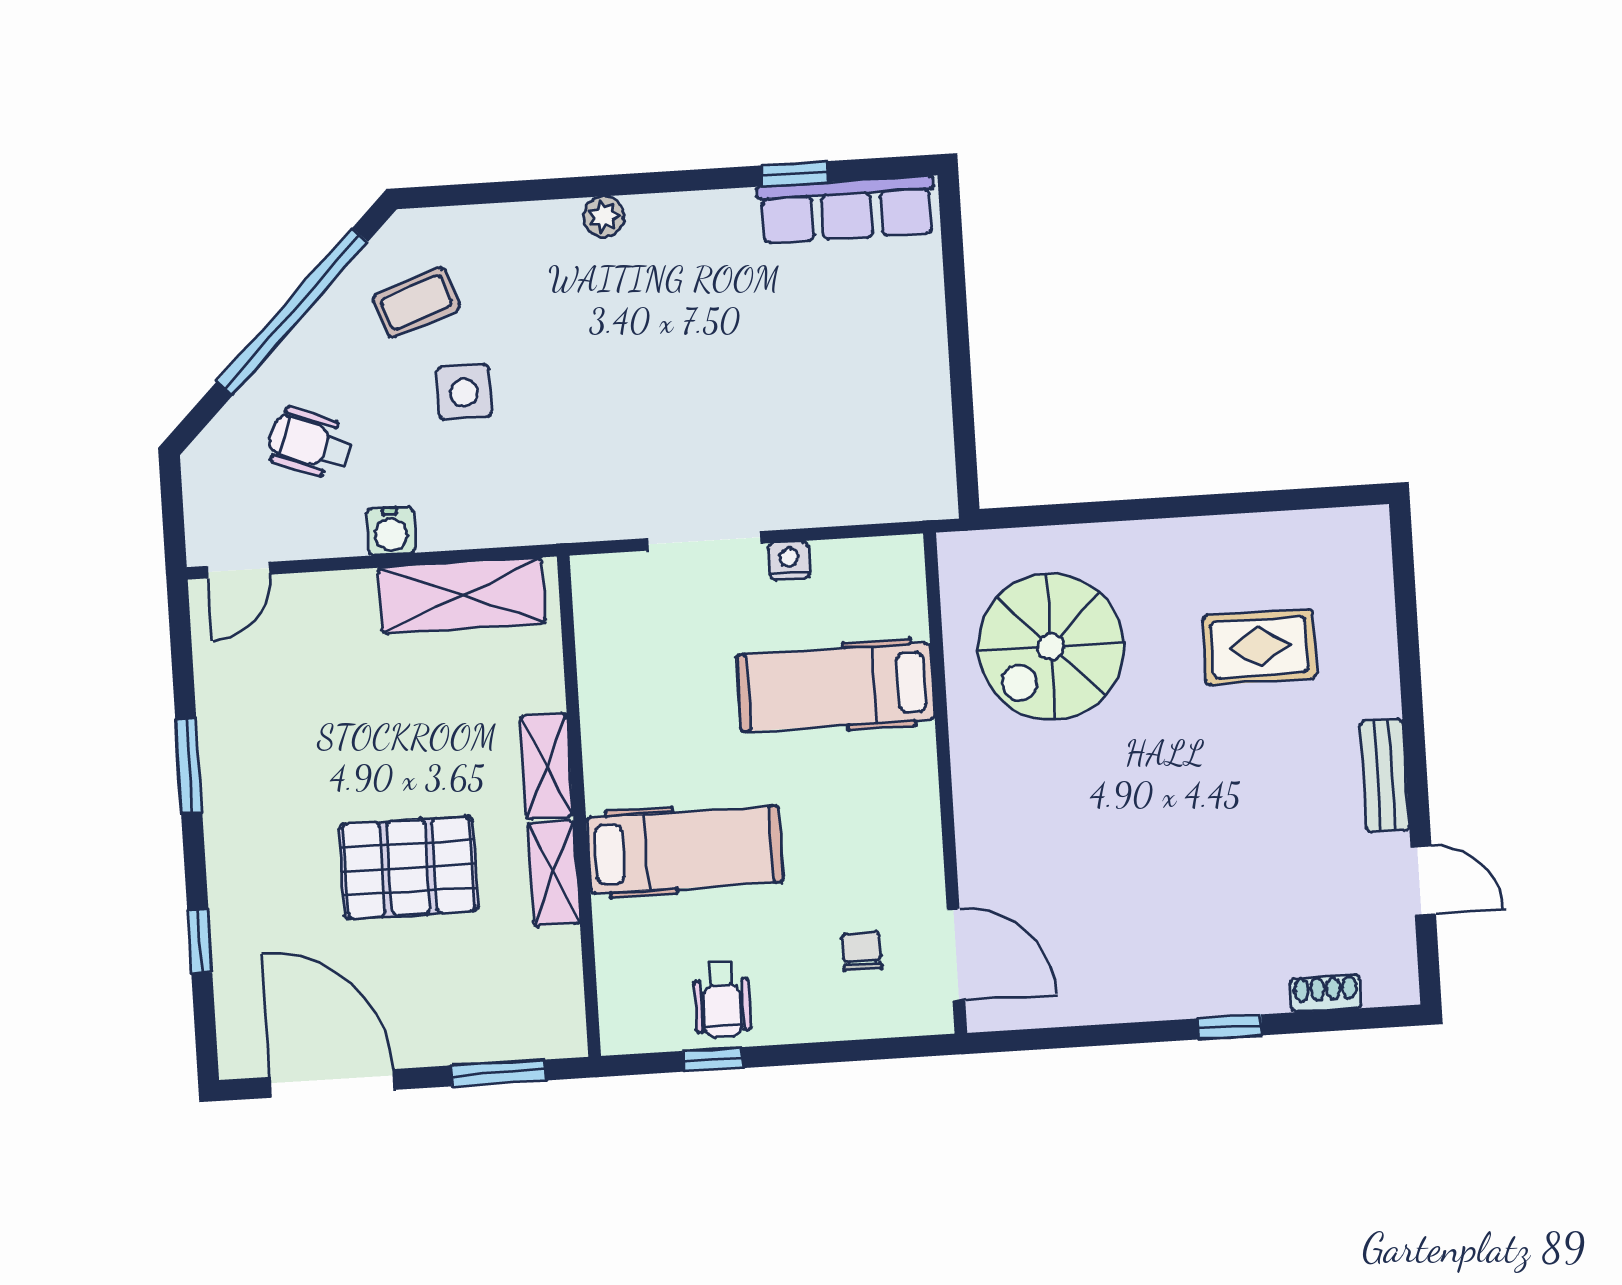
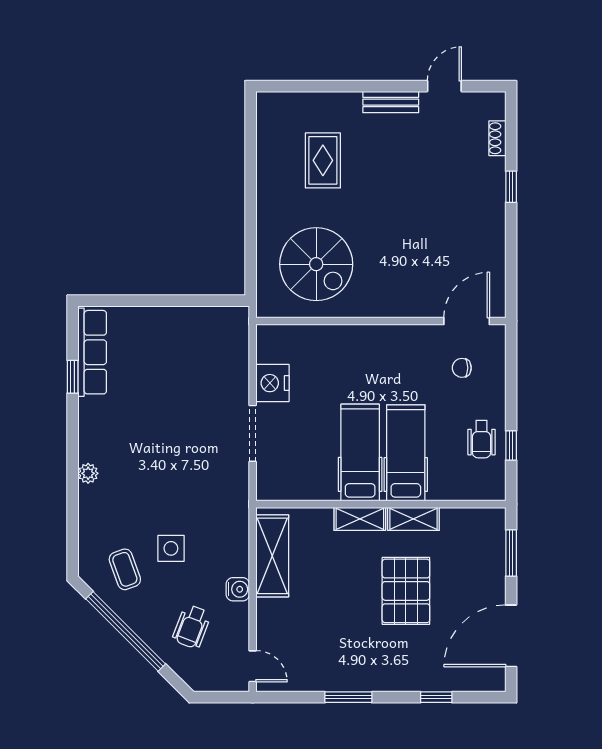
nightstand: (789, 561) -> (272, 383), width x1.89, depth x1.79
hospital bed: (836, 687) -> (360, 453), moved, turned 180
wheelchair: (722, 999) -> (481, 439), turned 90

